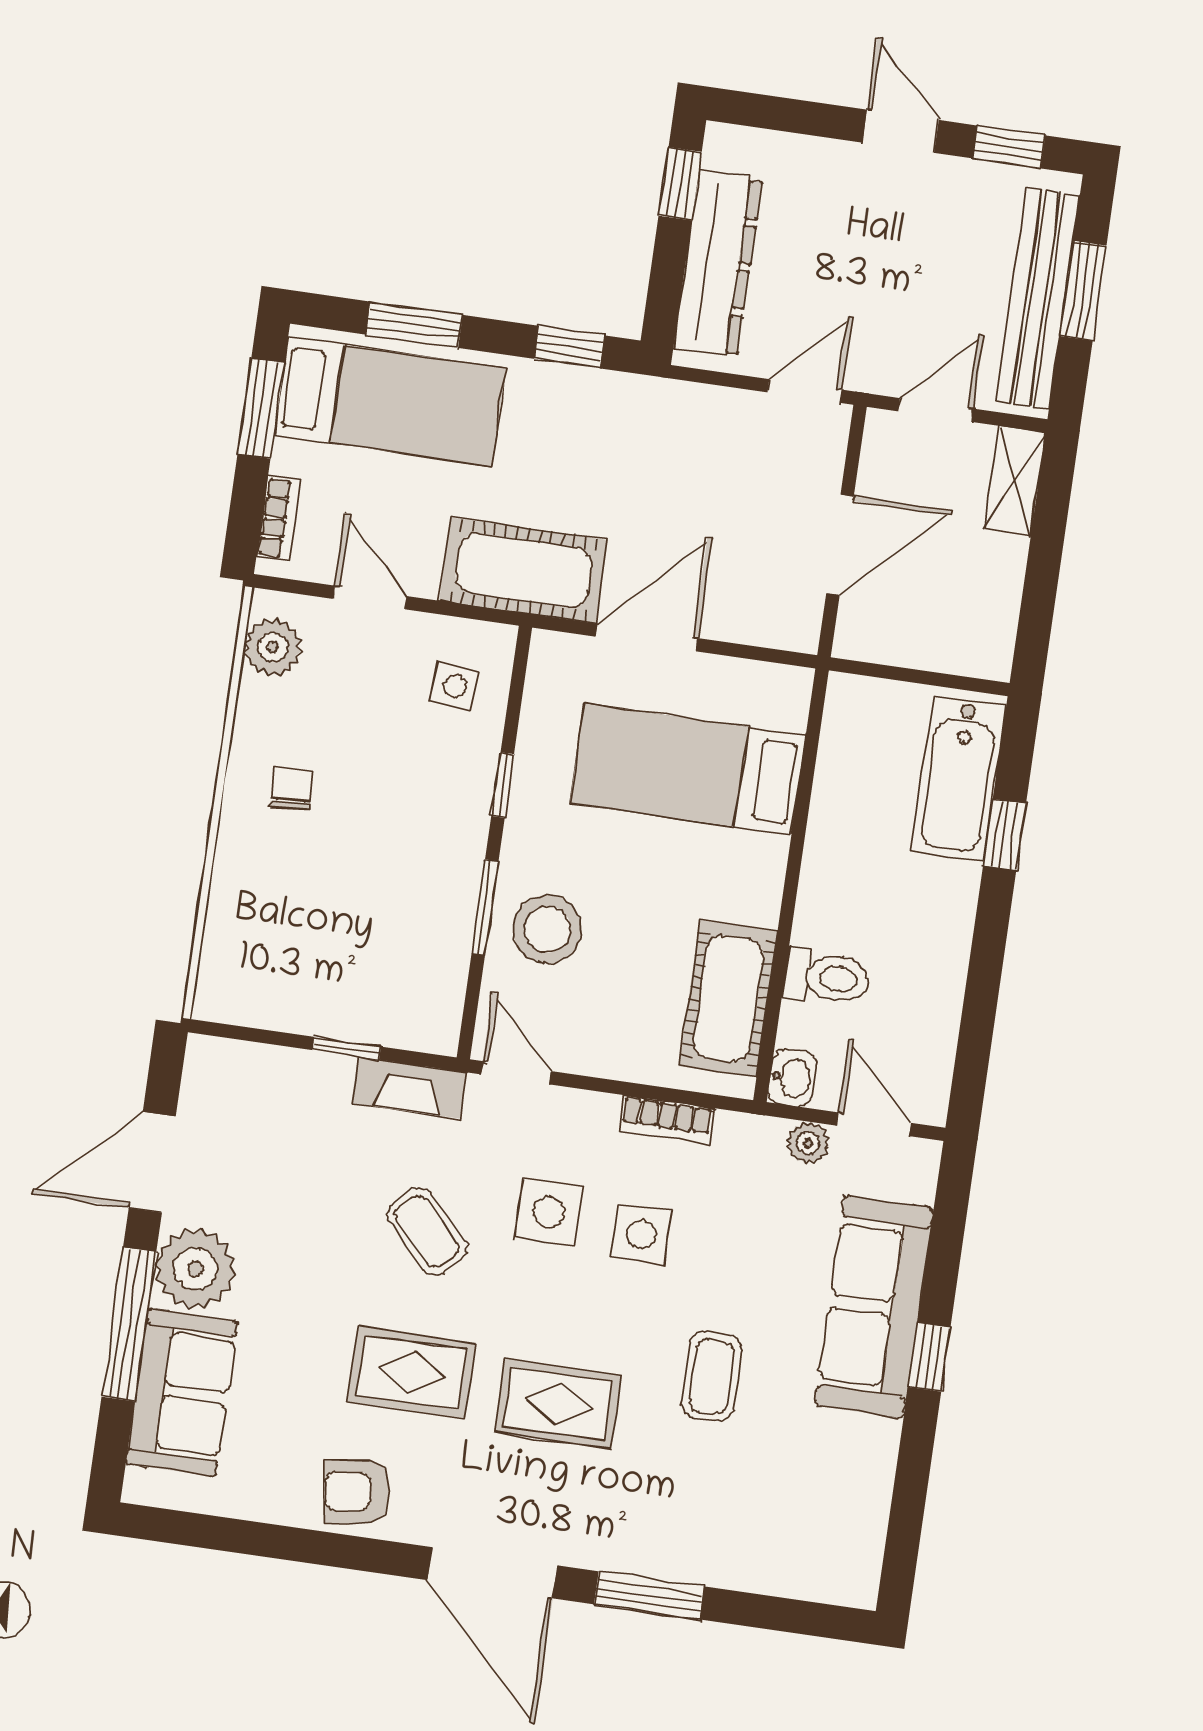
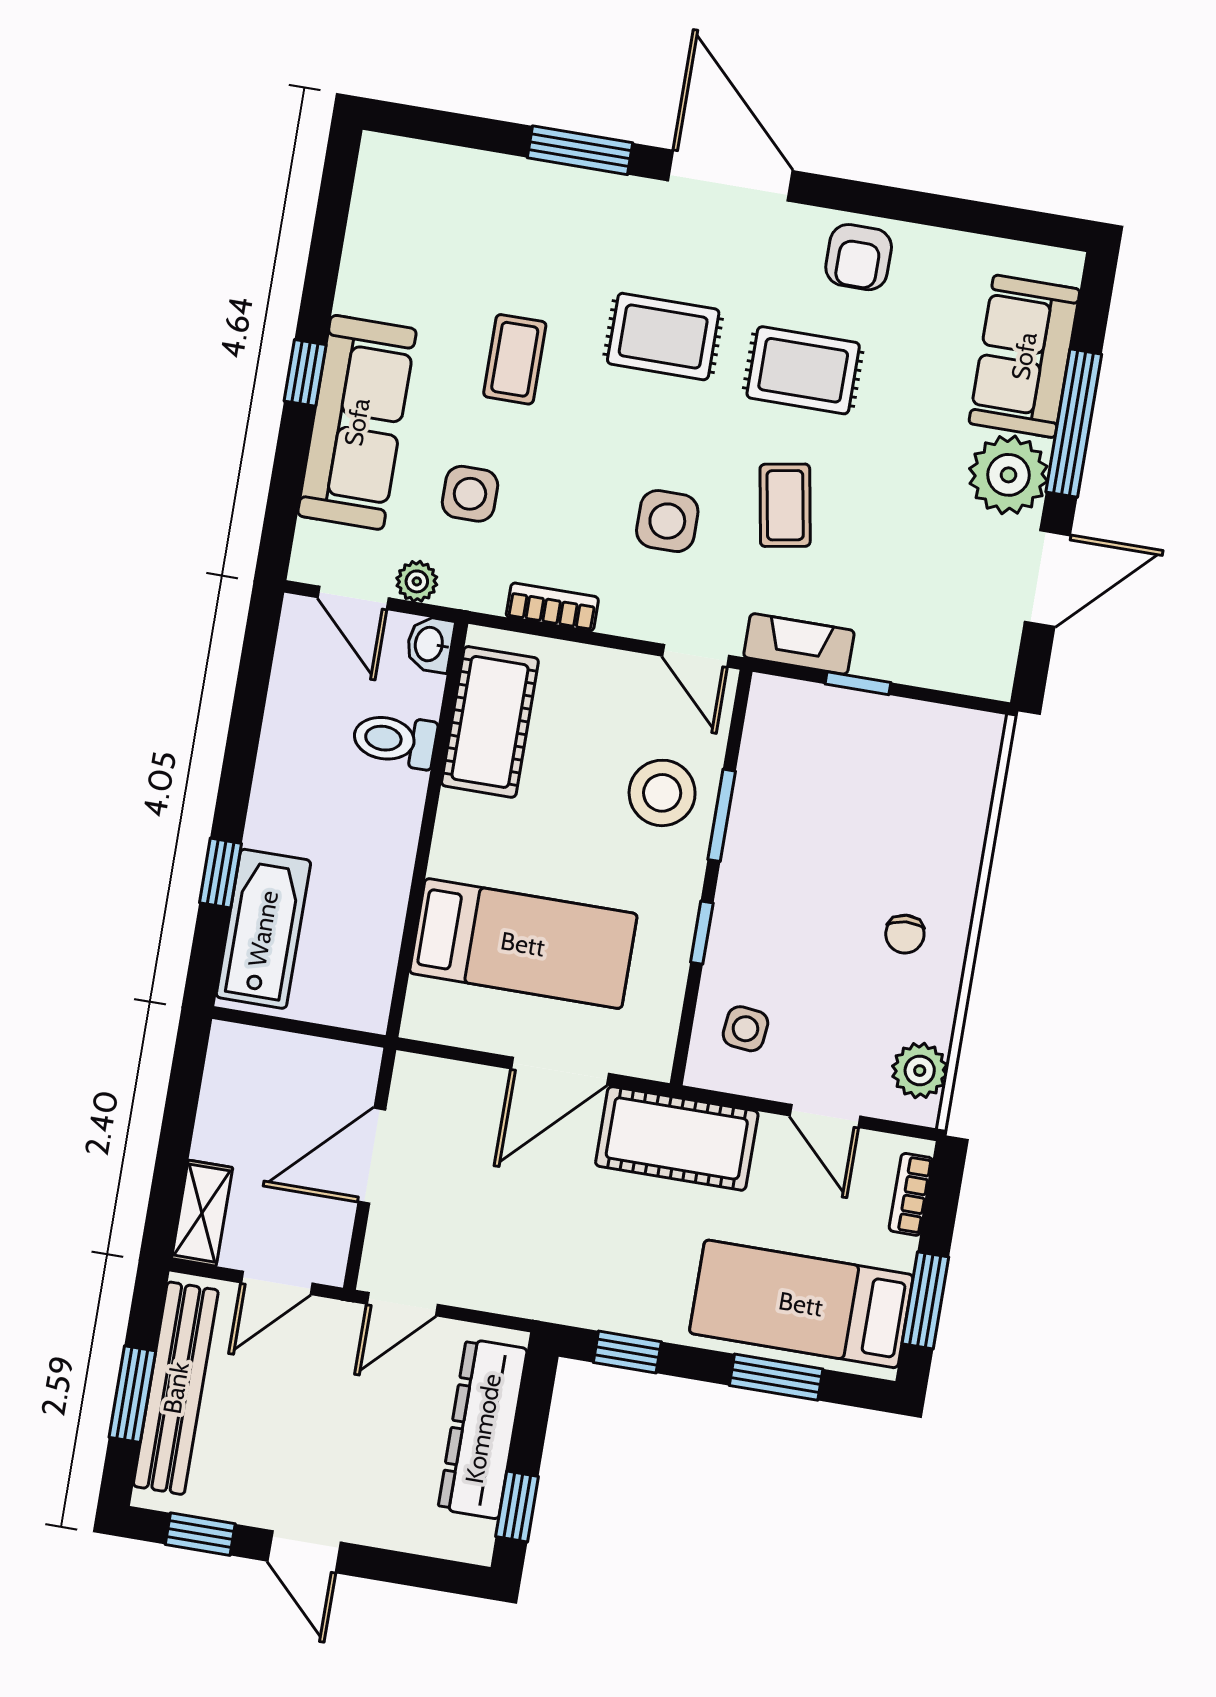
coffee table: (427, 1231) -> (785, 505), turned 34
side table: (641, 1234) -> (470, 494), moved
armchair: (357, 1491) -> (859, 257), turned 98

